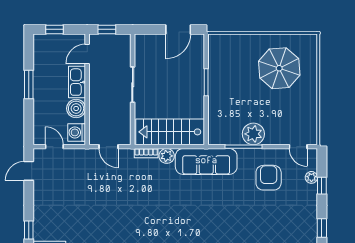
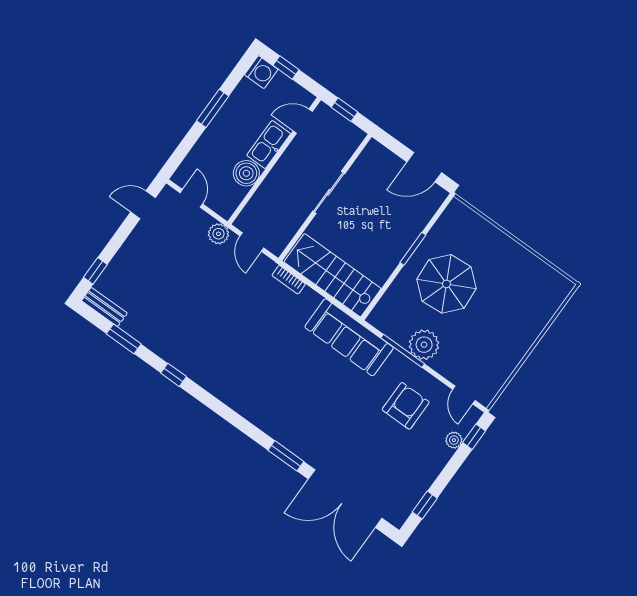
parasol: (279, 68) -> (446, 284), moved
washing machine: (77, 132) -> (261, 72), moved, turned 180
plant: (167, 156) -> (218, 234), moved
window: (322, 186) -> (474, 437), moved

